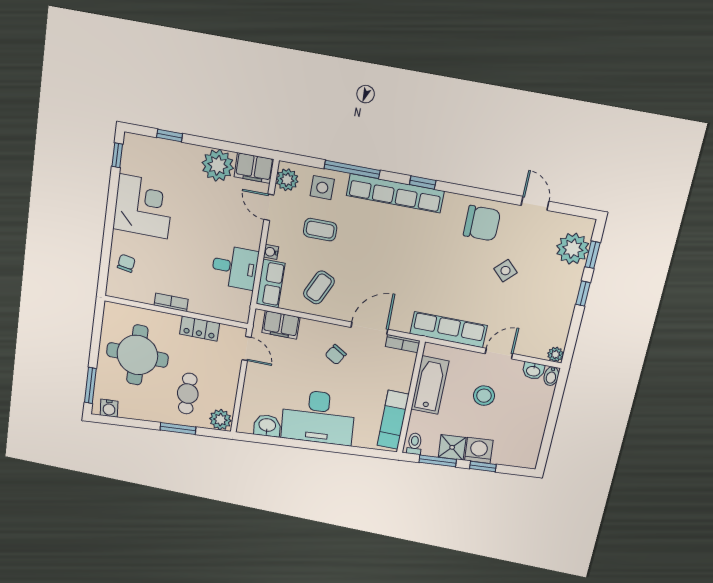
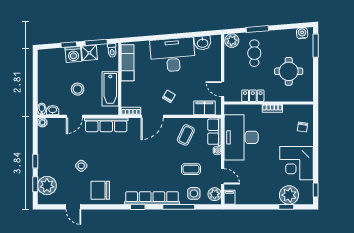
plant: (218, 165) -> (289, 195), moved
filing cabinet: (254, 168) -> (229, 197), width x0.50
desk: (235, 267) -> (241, 137), width x1.87, depth x1.30
round table: (137, 355) -> (289, 71), width x0.73, depth x0.73

